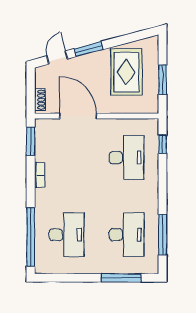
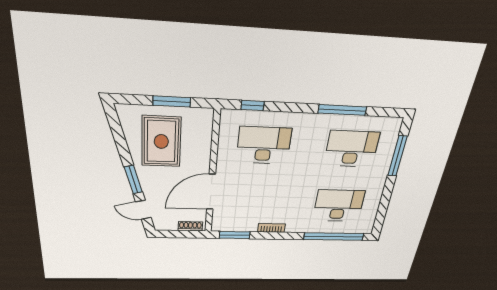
rug: (126, 72) -> (161, 141), turned 90
window: (163, 235) -> (342, 110), moved

